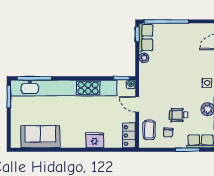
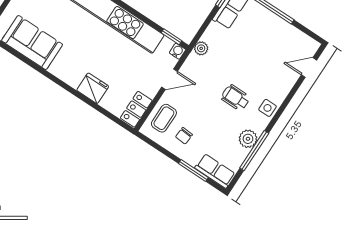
plant: (144, 58) -> (201, 48), moved
door: (137, 104) -> (169, 79), swing flipped
wheelchair: (179, 115) -> (236, 98), moved

